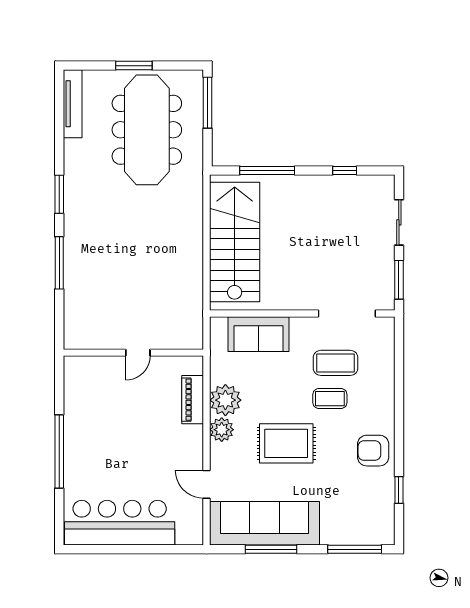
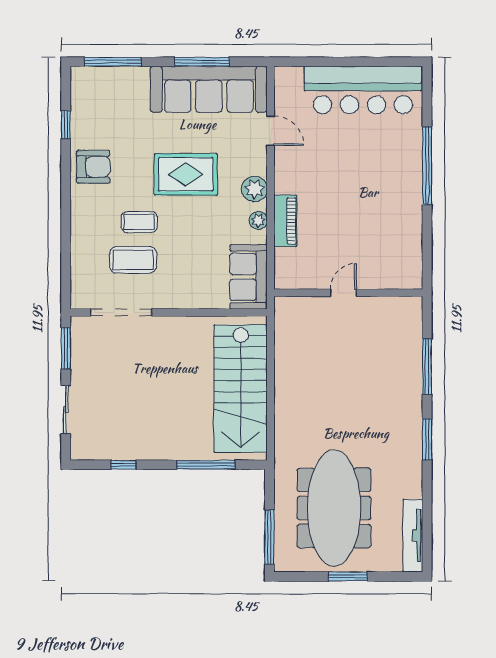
sofa: (259, 334) -> (249, 277), moved, turned -90
wall: (133, 353) -> (348, 293), moved
door: (138, 353) -> (344, 293), moved
plant: (225, 400) -> (258, 220), width x0.53, depth x0.53

